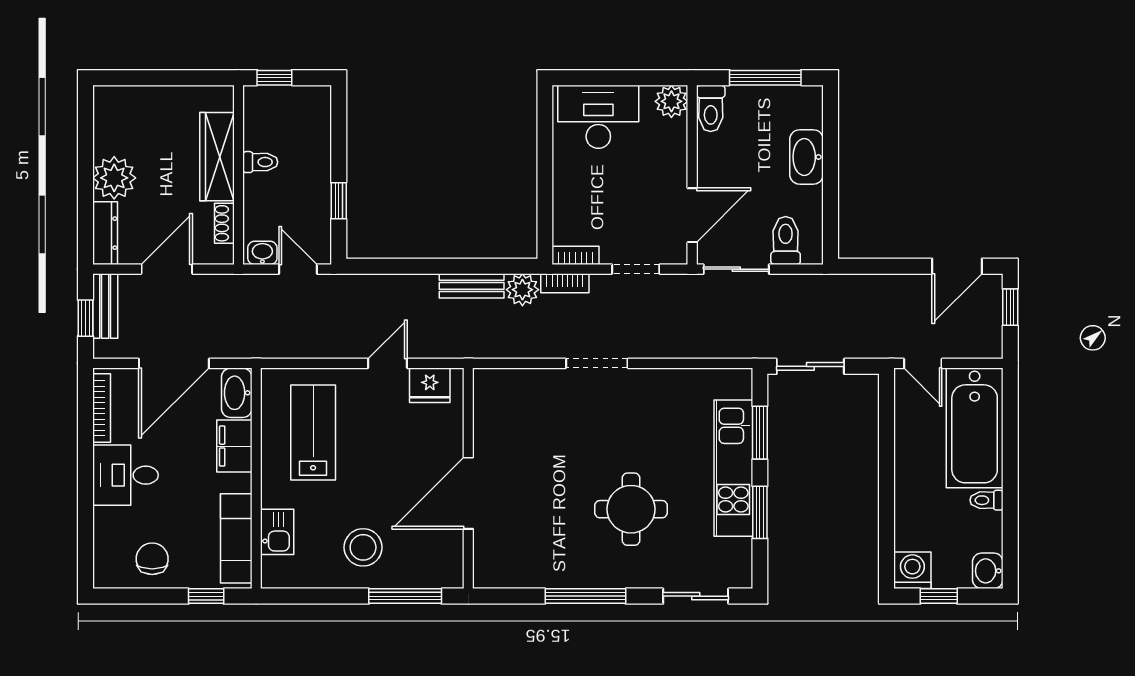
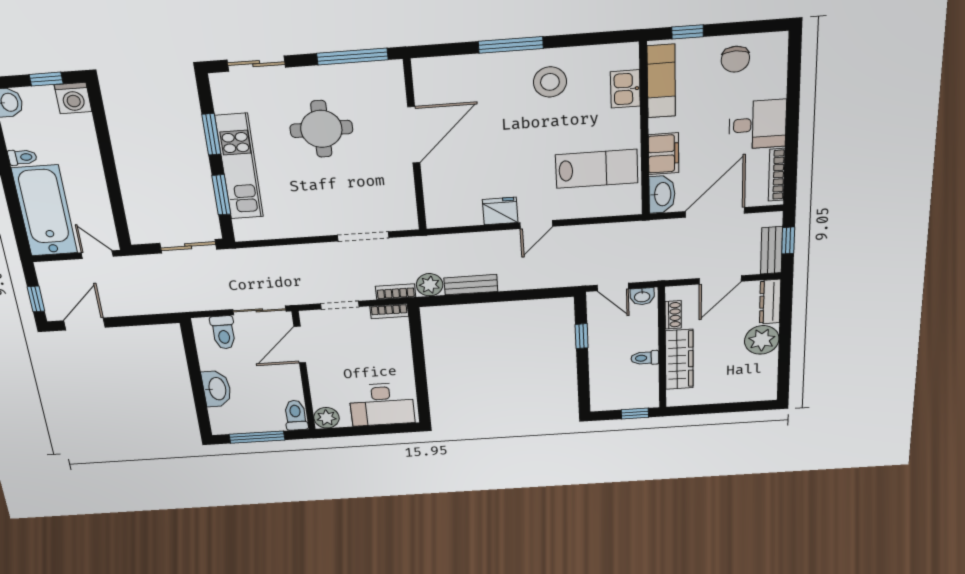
lab bench: (313, 432) -> (597, 169), turned -90
wall: (468, 478) -> (415, 146), moved
door: (468, 493) -> (414, 135), moved

